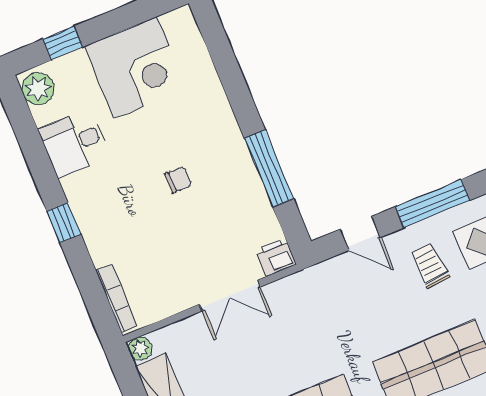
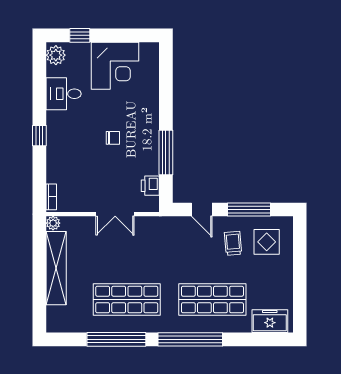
printer: (276, 257) -> (150, 186), moved, turned -90
bookcase: (116, 298) -> (51, 197), width x0.64

